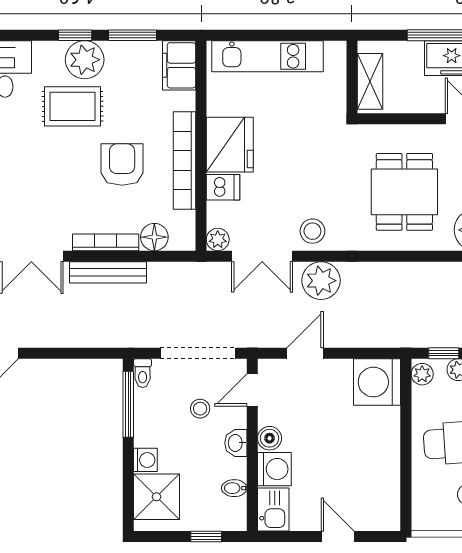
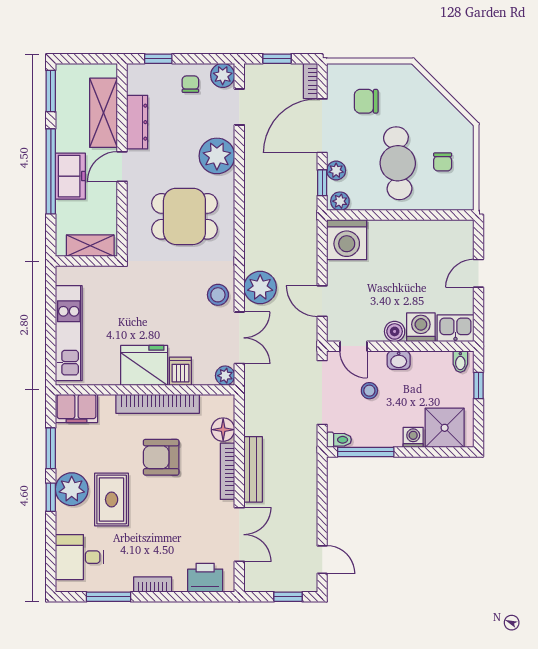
bidet: (234, 488) -> (460, 362), moved

